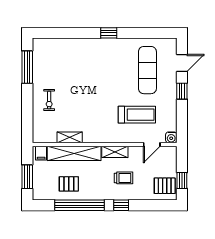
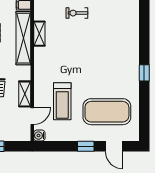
exercise mat: (147, 70) -> (107, 112), width x1.47
door: (152, 144) -> (32, 116), swing flipped
shelving: (115, 152) -> (25, 94), moved

